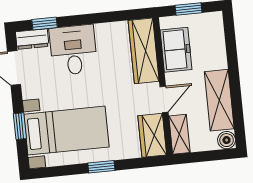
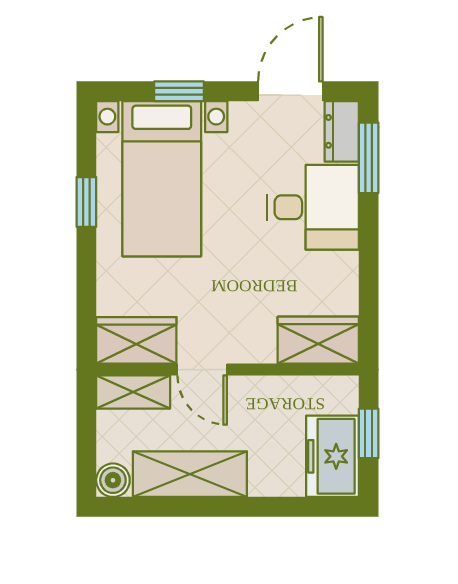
window: (45, 24) -> (369, 158), width x1.50
freezer: (176, 50) -> (332, 456), moved, turned 90
wardrobe: (144, 51) -> (318, 340), width x0.67
window: (101, 167) -> (86, 202), moved

